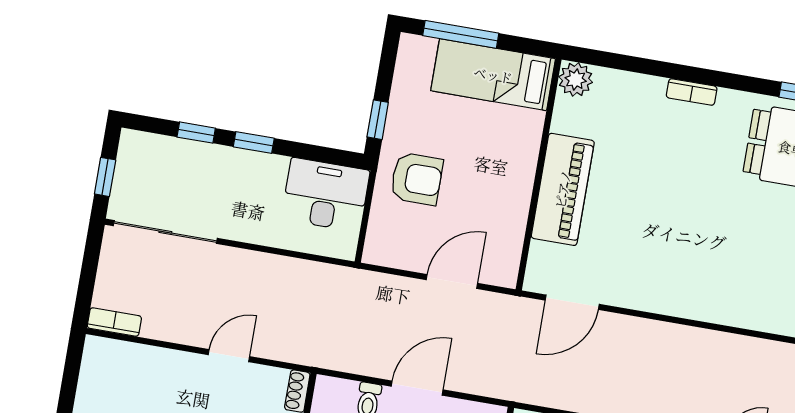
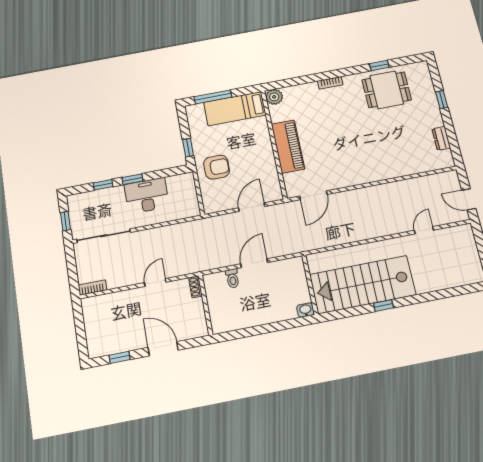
desk: (326, 195) -> (147, 196), moved

